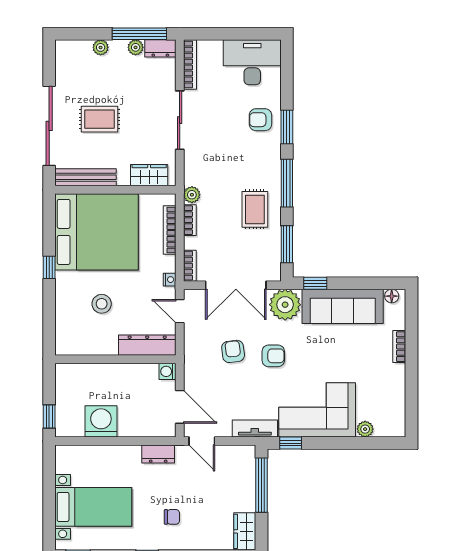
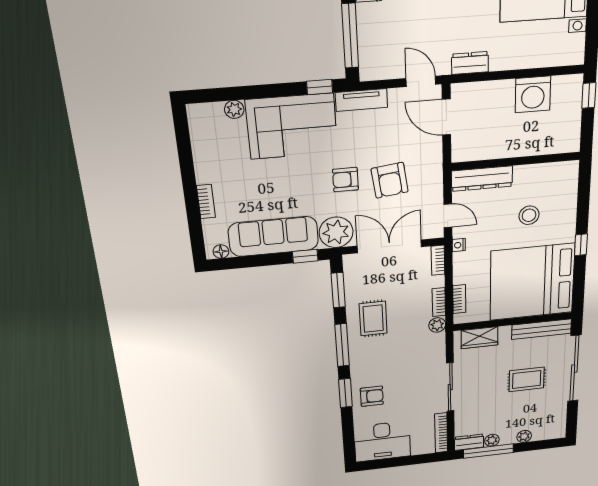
bookcase: (170, 230) -> (459, 299), width x0.64
armchair: (233, 351) -> (390, 180), width x1.38, depth x1.38
washing machine: (167, 371) -> (460, 154), removed

